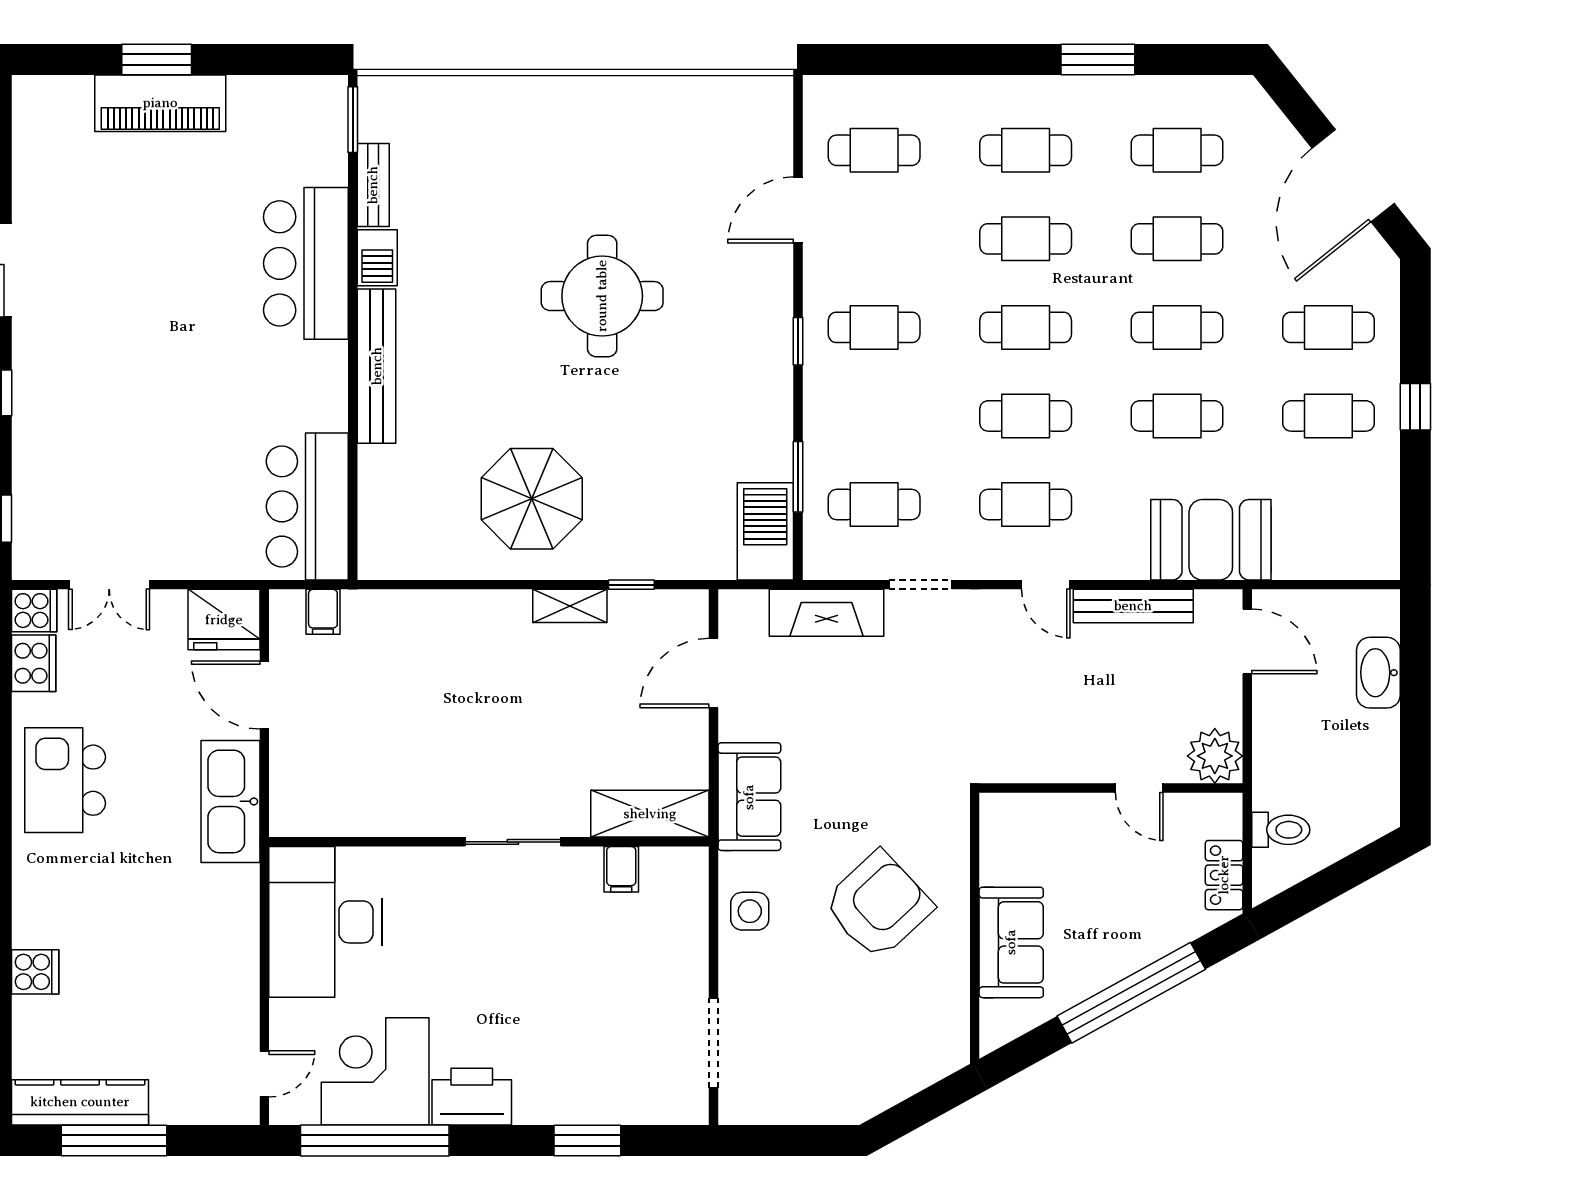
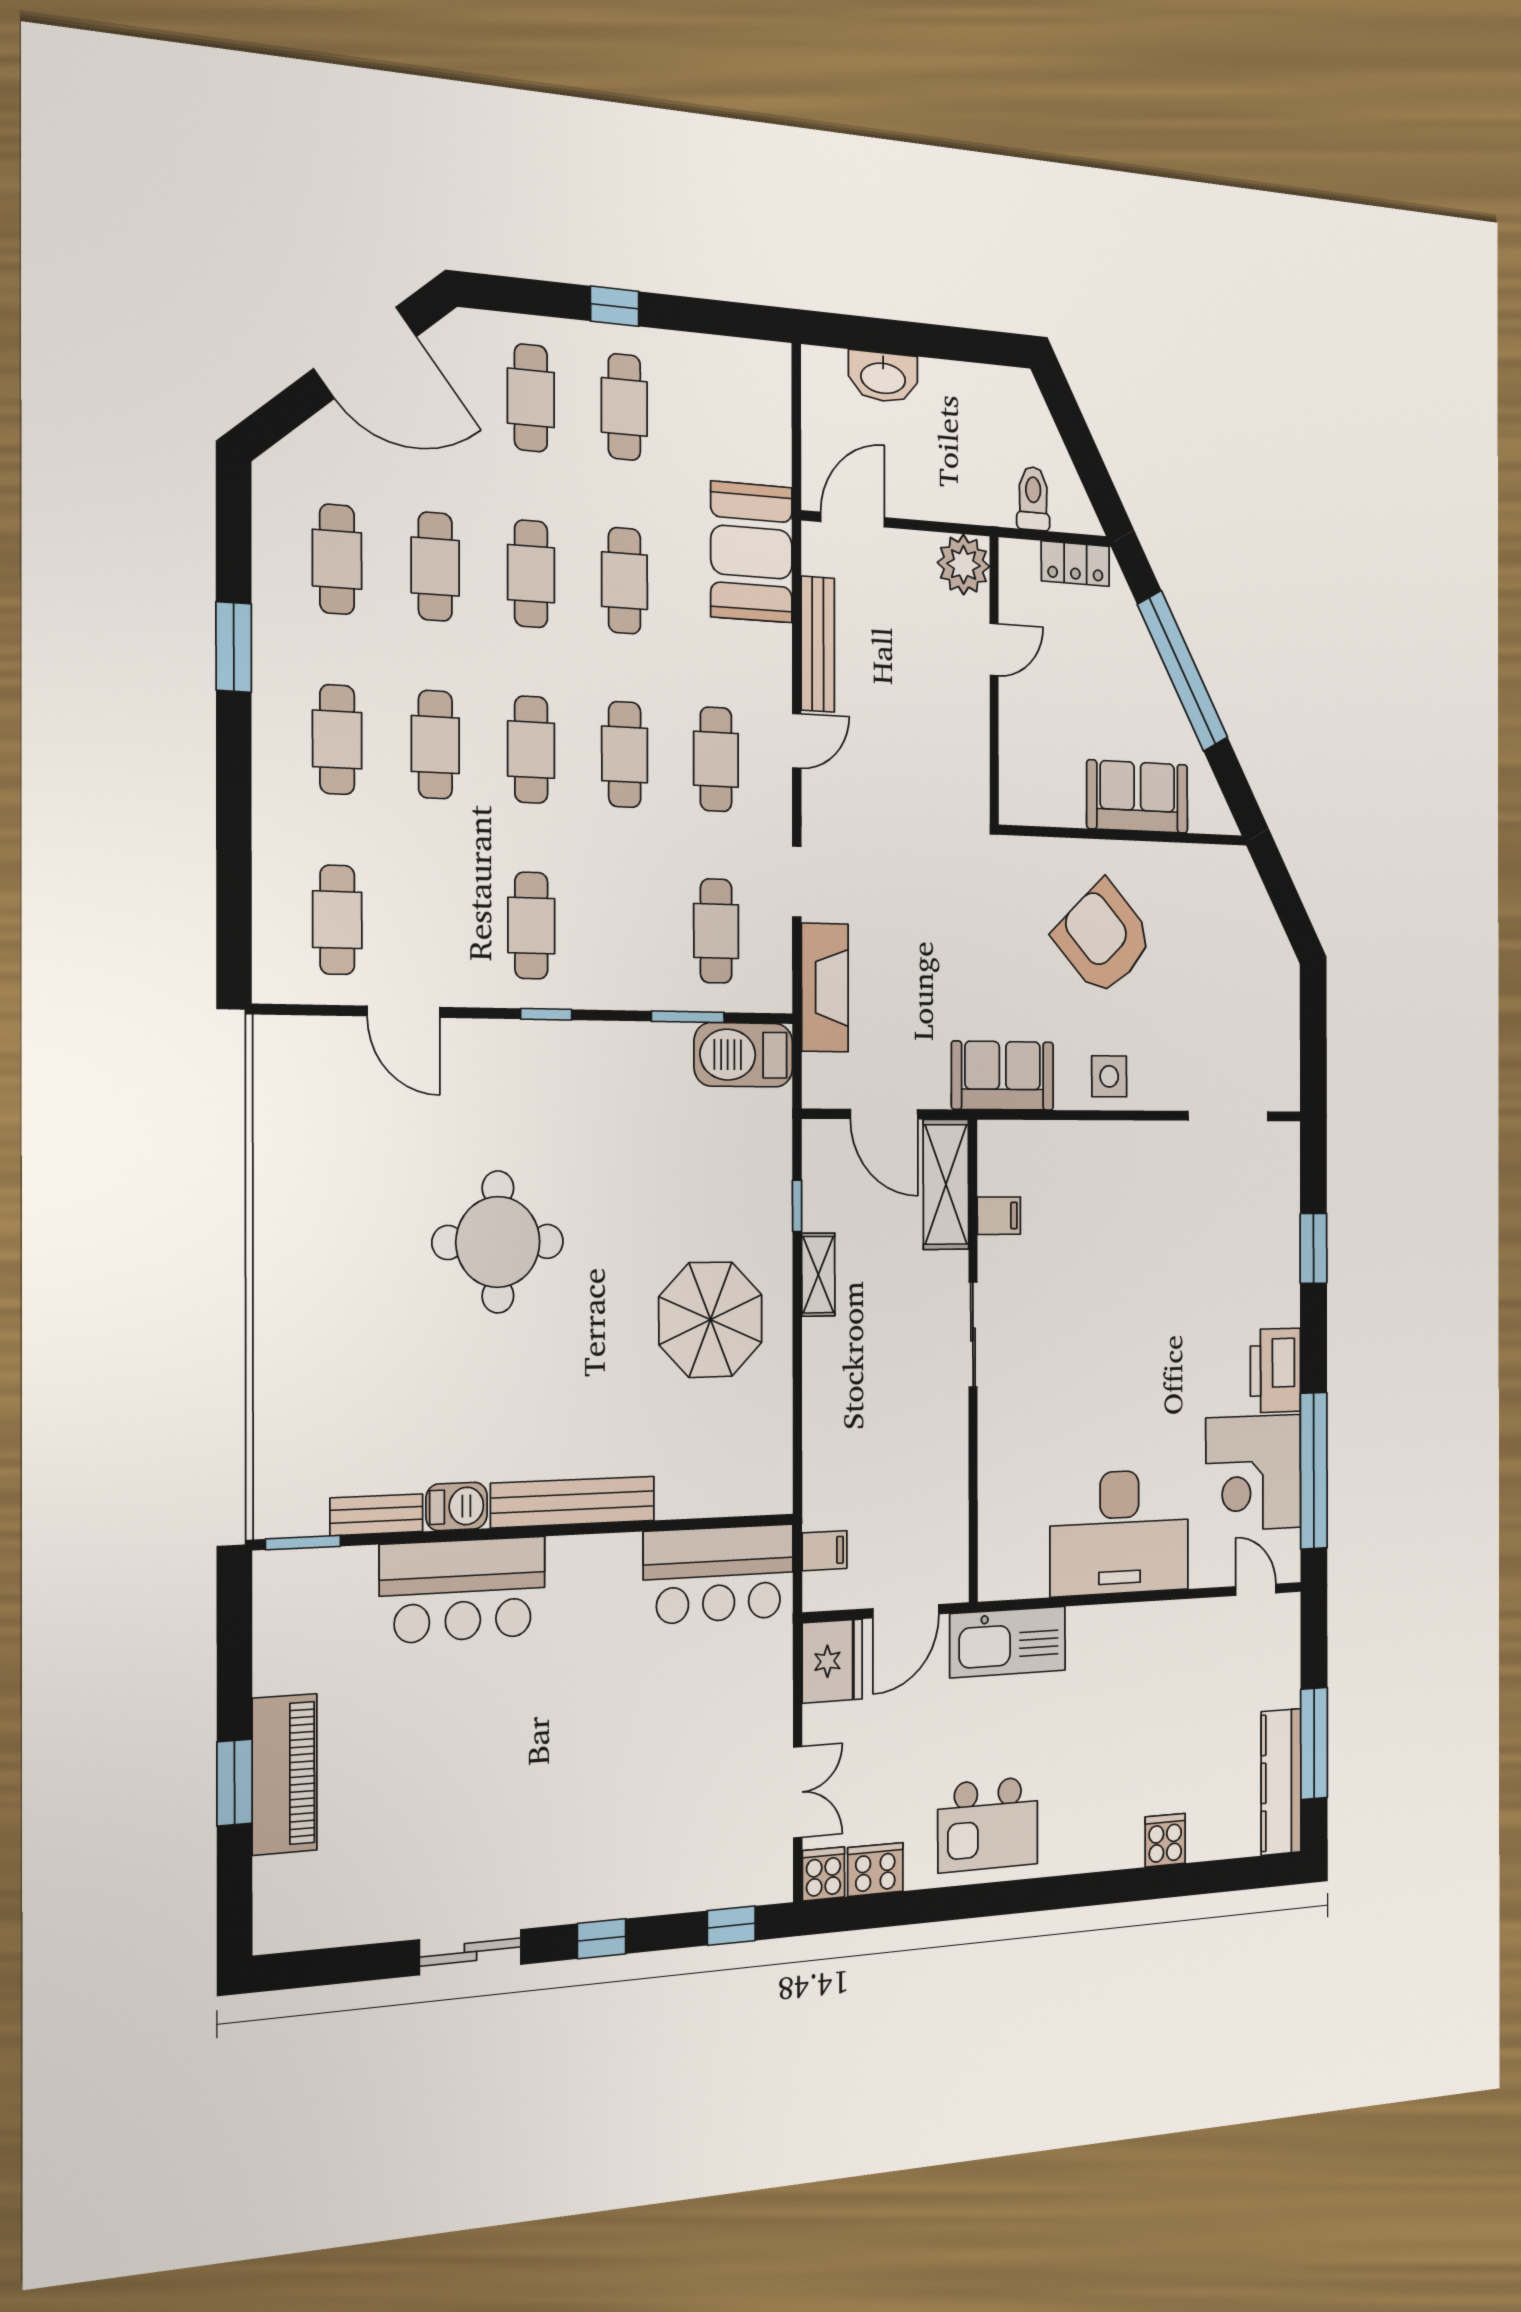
shelving: (650, 814) -> (946, 1184), moved
wall: (489, 842) -> (973, 1361), moved
sliding door: (513, 842) -> (973, 1335), moved
filing cabinet: (621, 869) -> (999, 1216), moved

